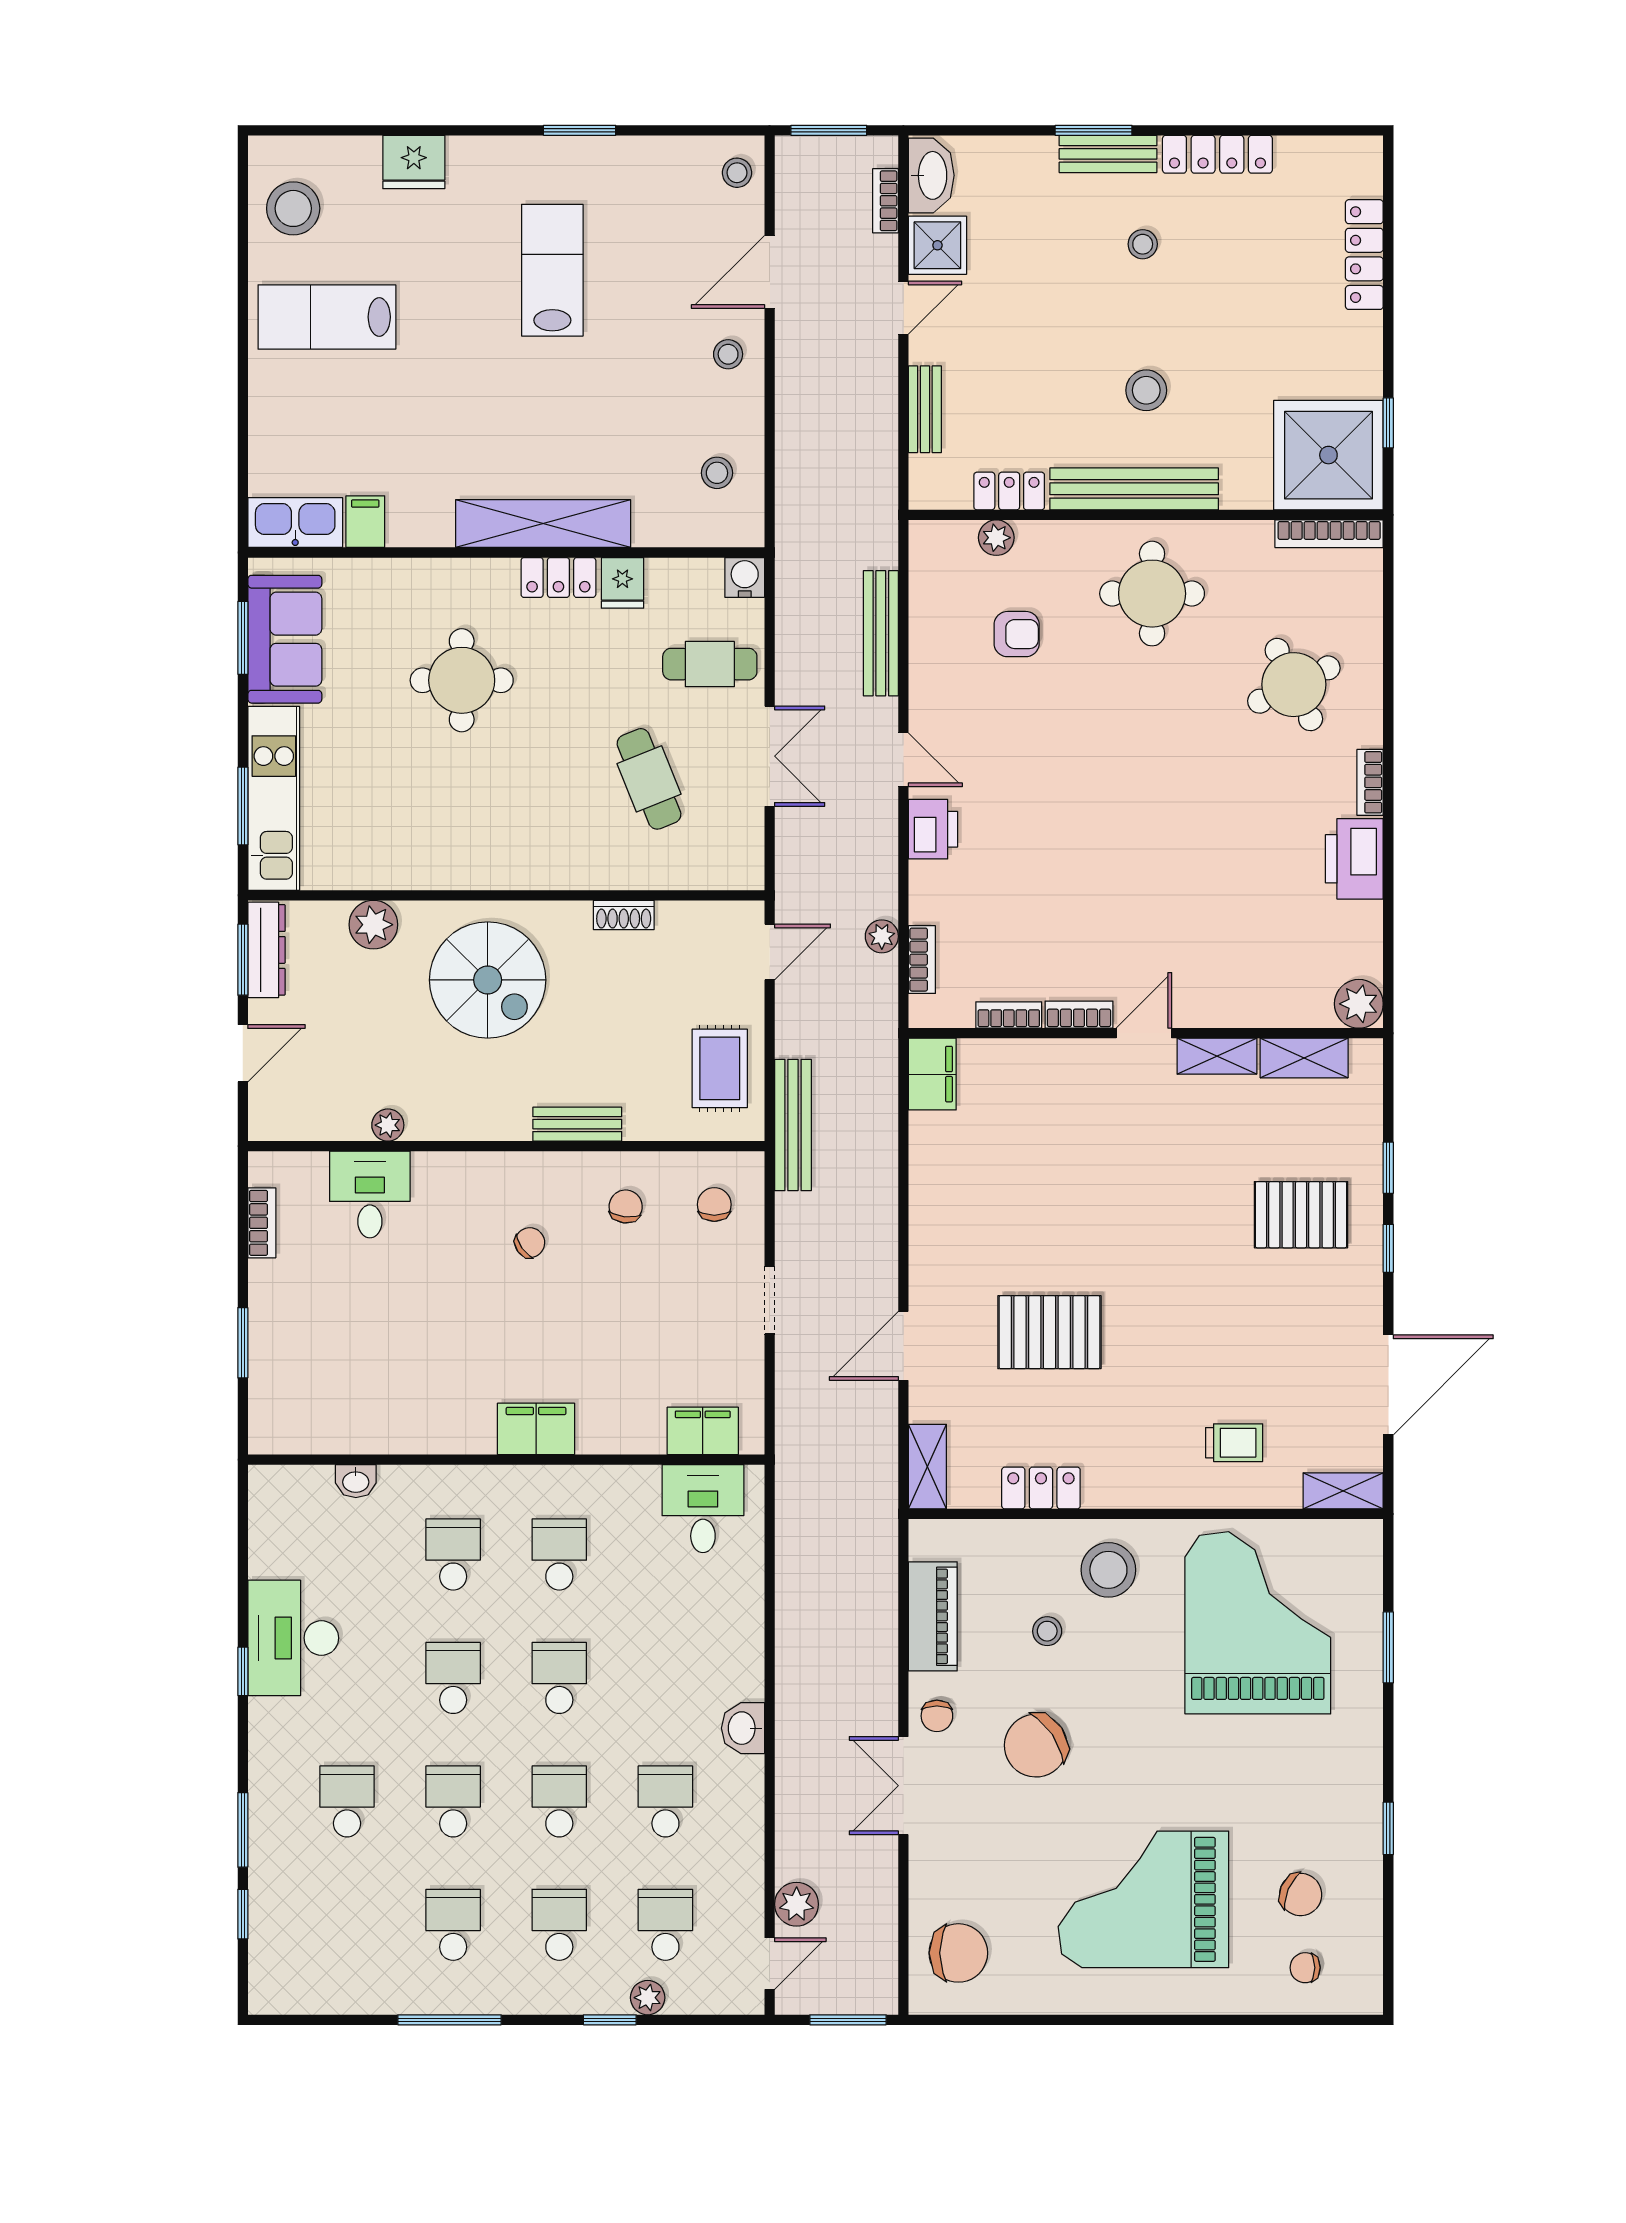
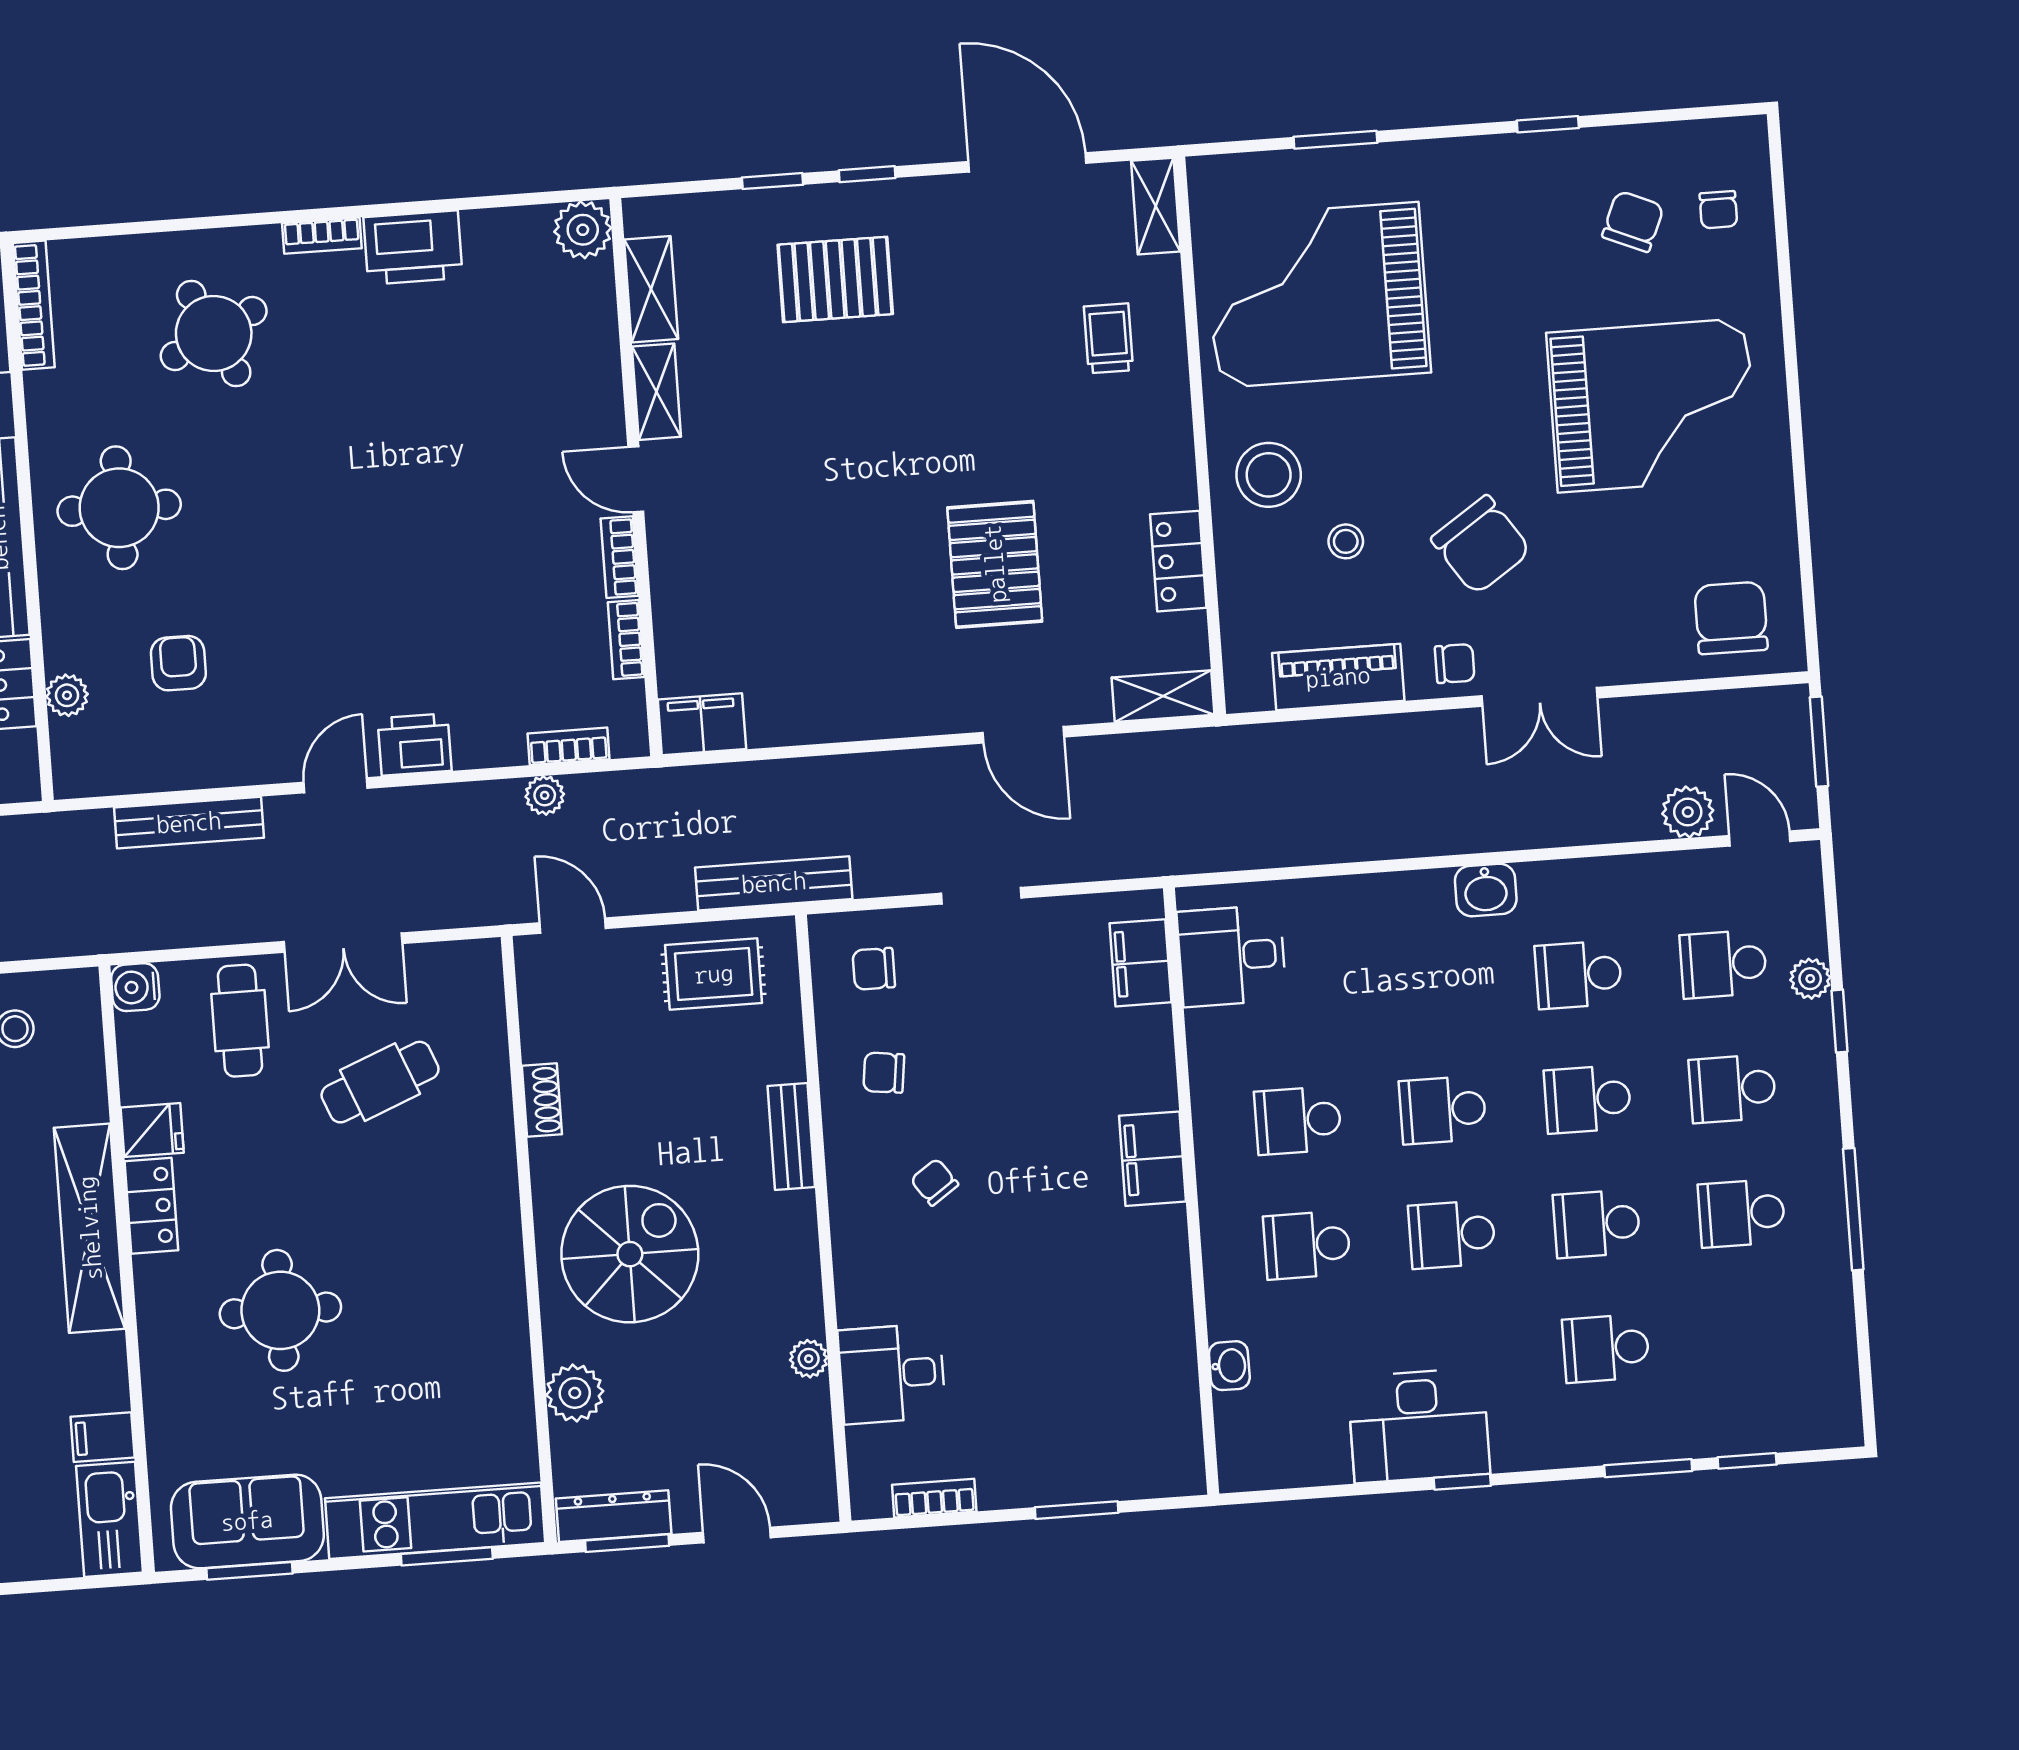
double door: (770, 756) -> (343, 943), swing flipped
pallet: (1301, 1215) -> (835, 279), turned 90
grand piano: (1143, 1899) -> (1652, 405), turned -90

